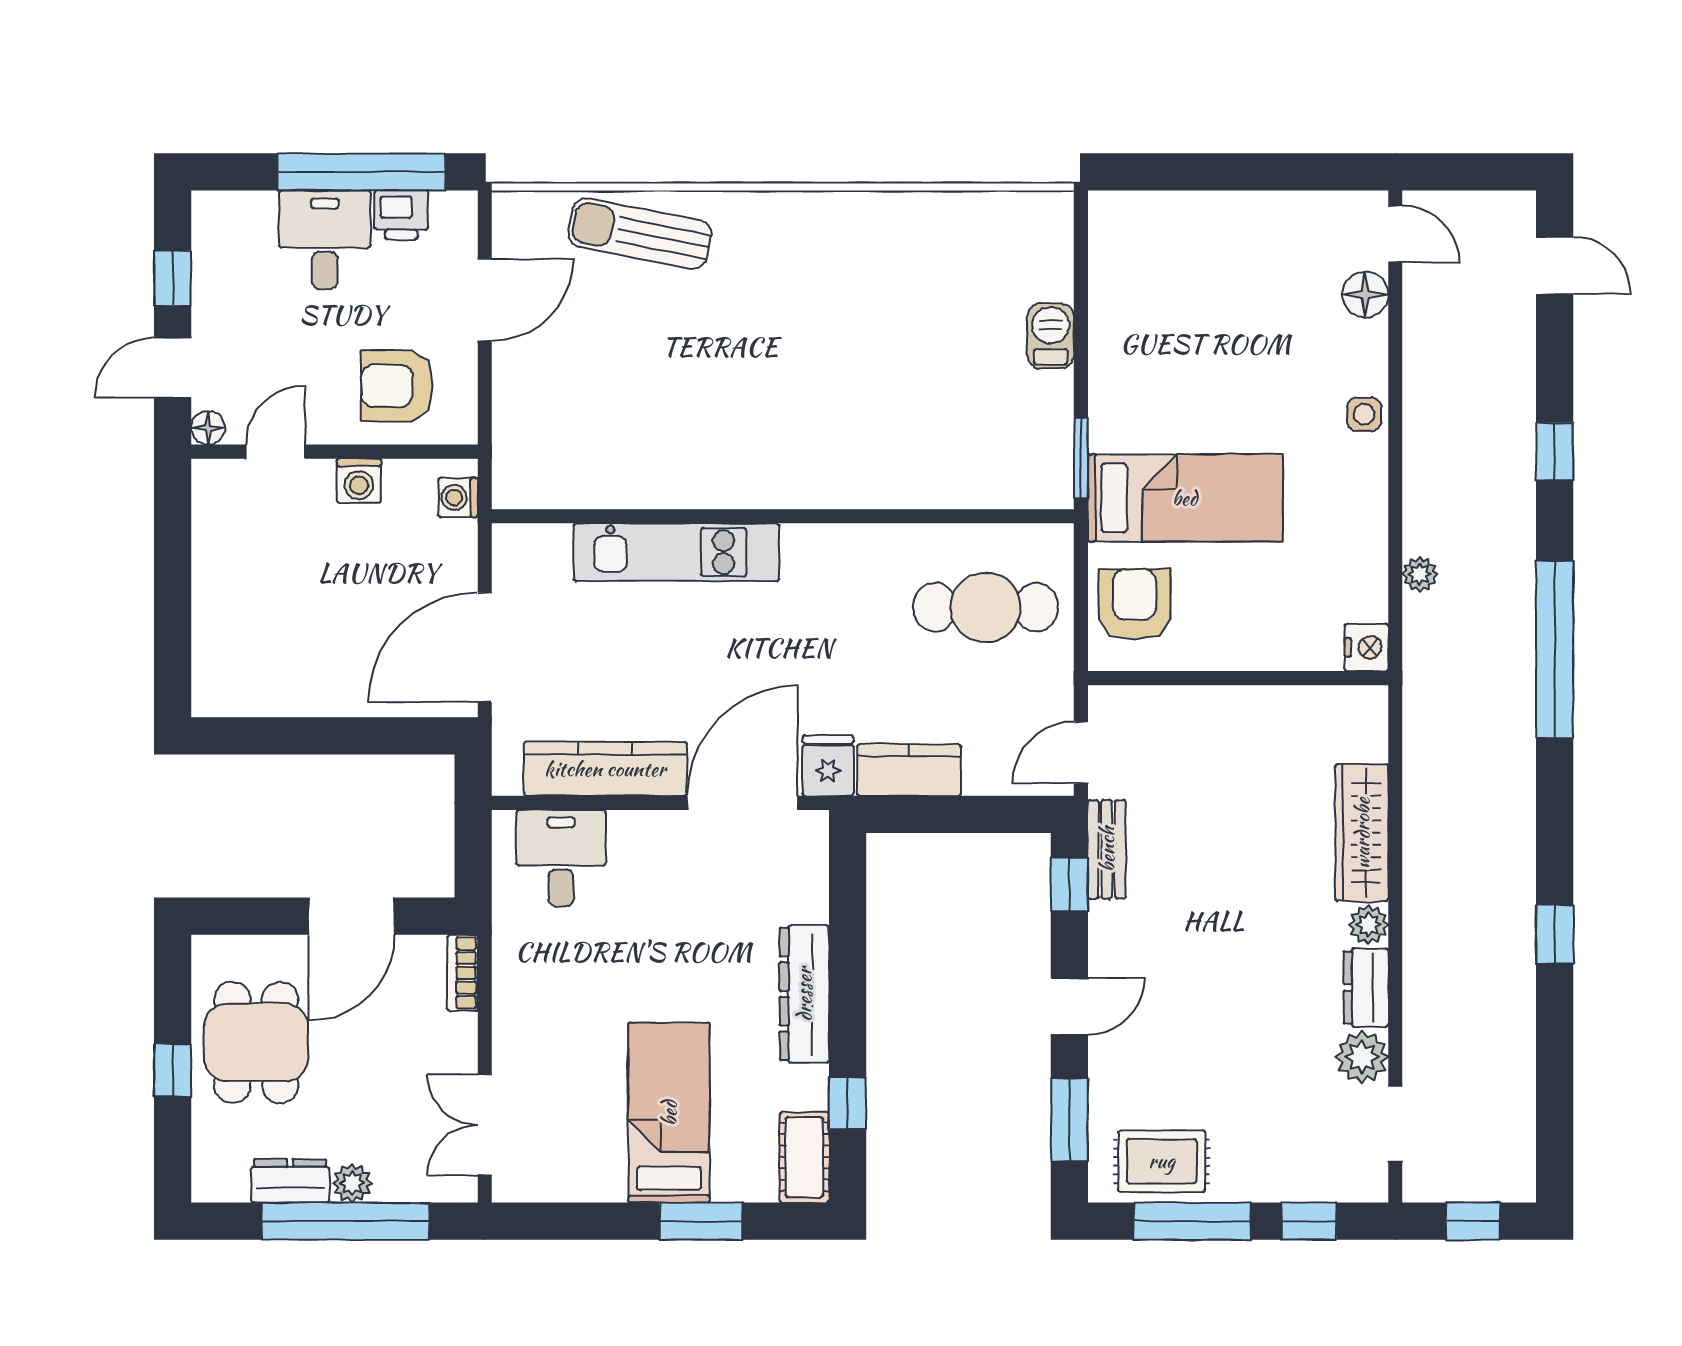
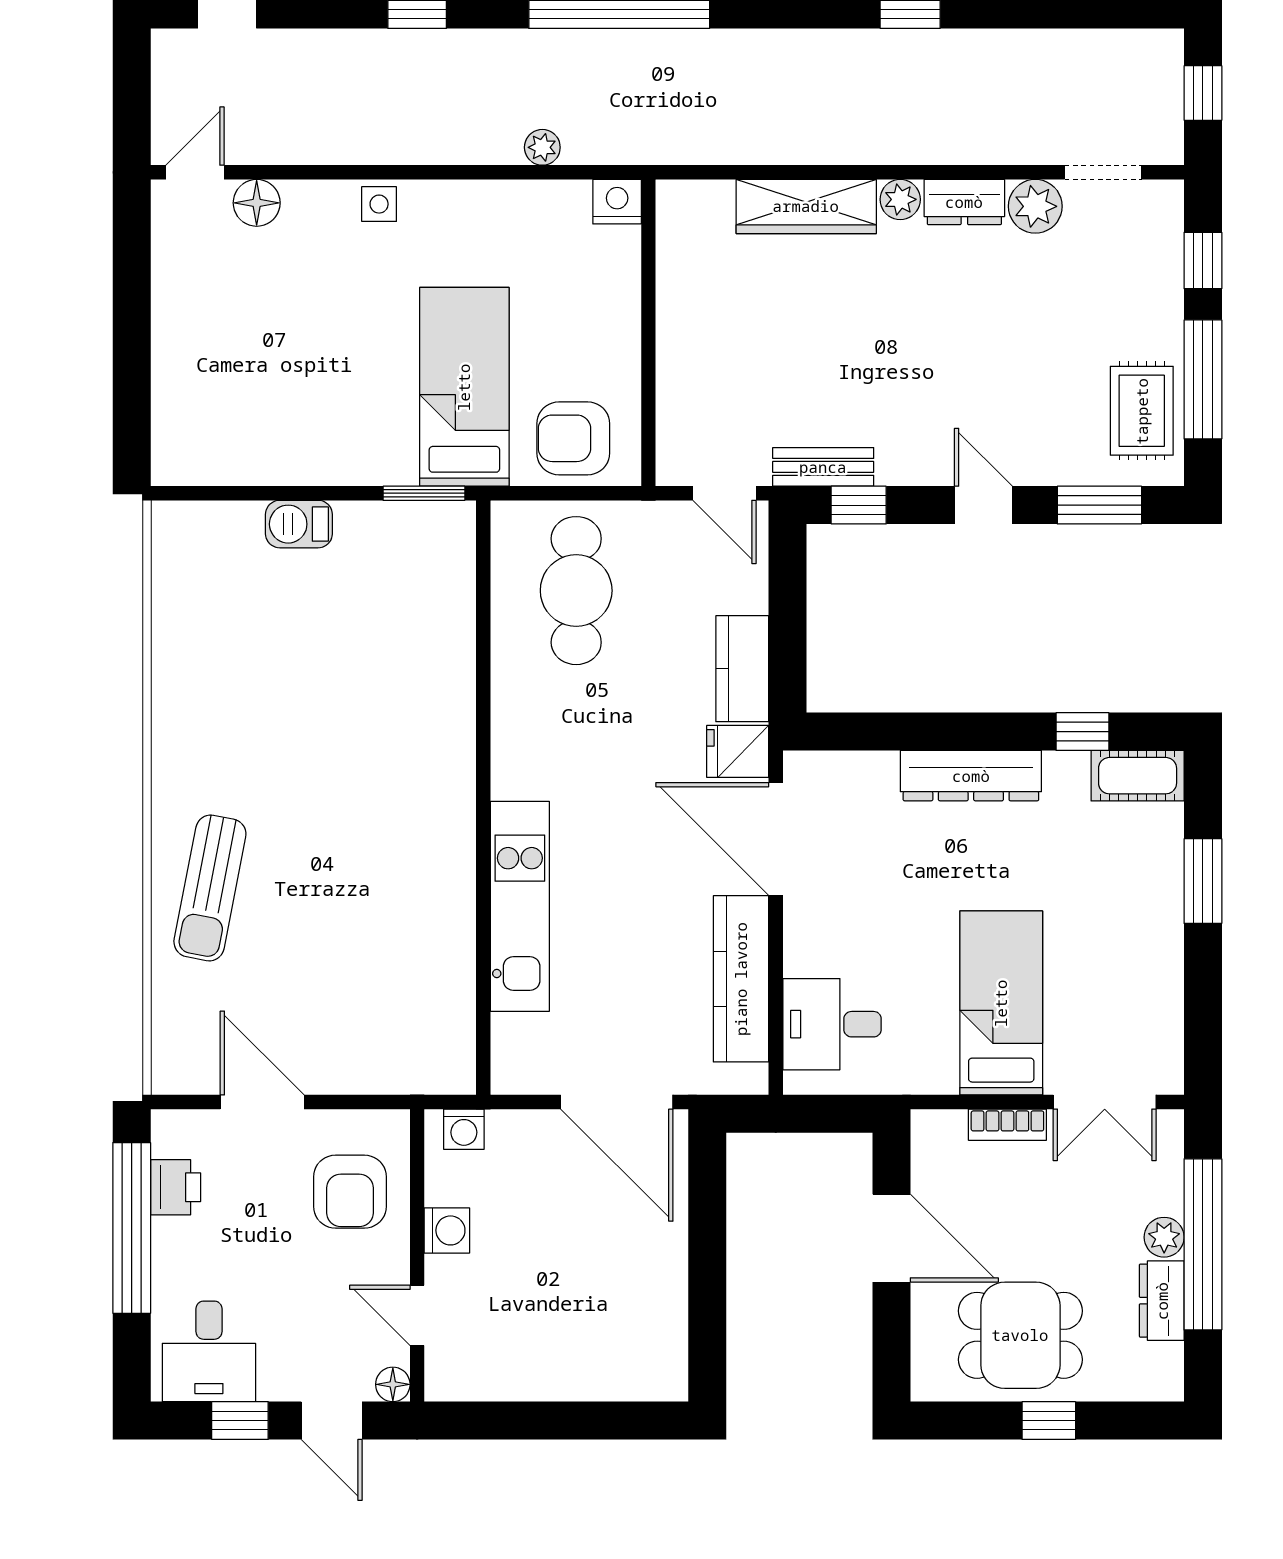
sun lounger: (640, 234) -> (210, 888), moved
desk: (325, 240) -> (209, 1351), moved, turned -90
bookcase: (462, 973) -> (1007, 1125), moved
bed: (669, 1113) -> (1001, 1003), moved, turned 90

